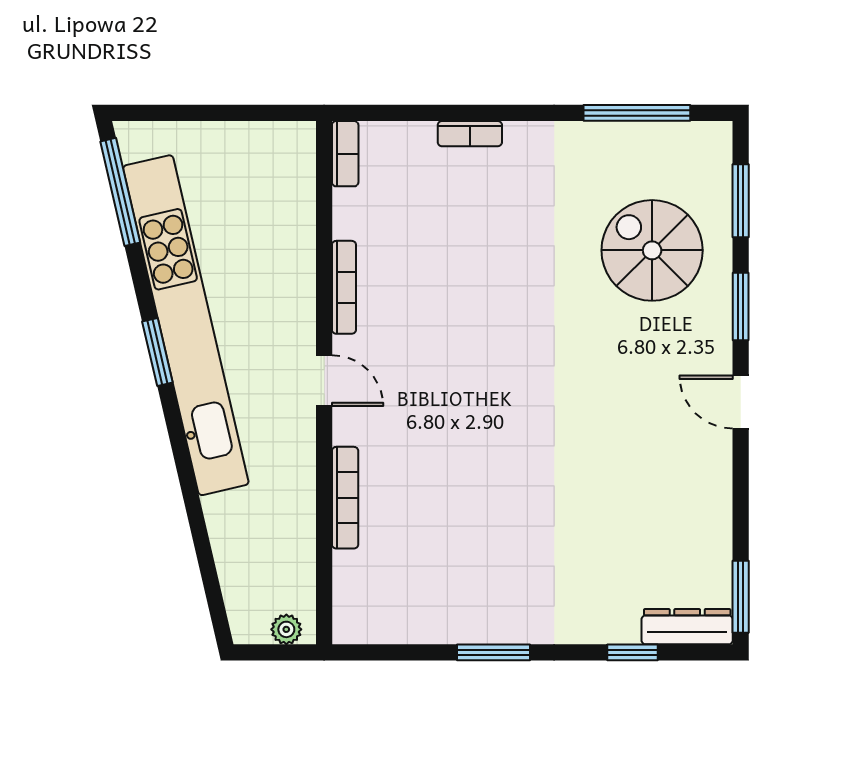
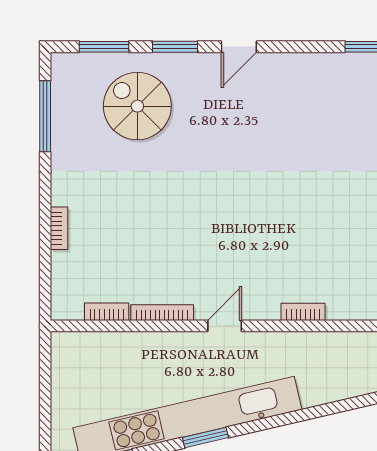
bookcase: (345, 154) -> (107, 312), moved
spiral stairs: (652, 250) -> (137, 106), turned 90
bookcase: (345, 498) -> (303, 312), width x0.64

